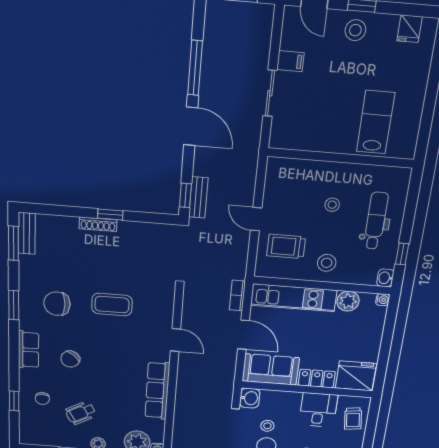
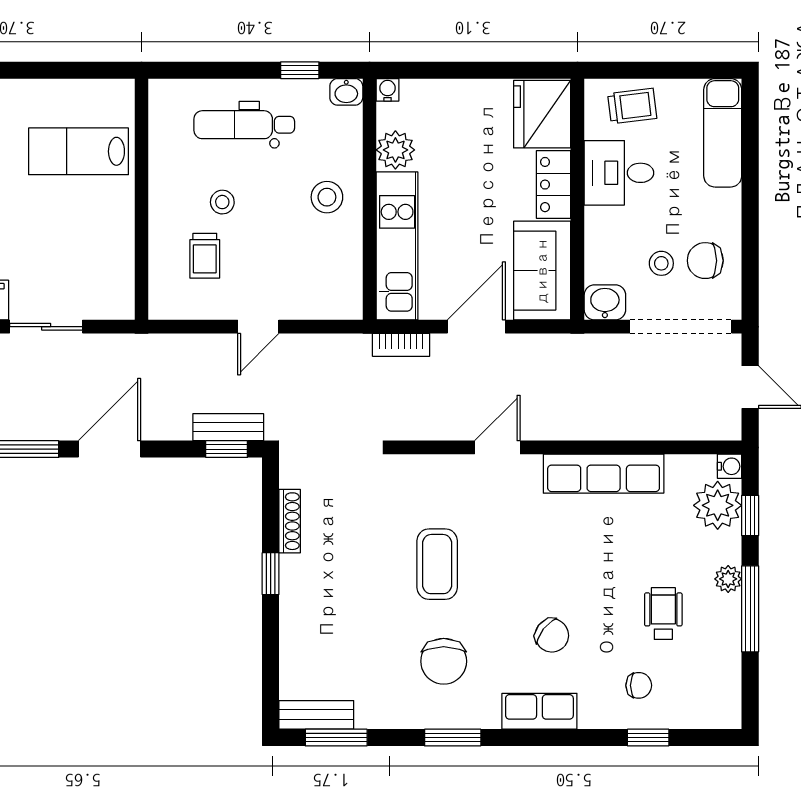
shoe rack: (98, 224) -> (290, 521), moved
trolley: (286, 246) -> (205, 256), moved, width x0.73, depth x0.72
wheelchair: (81, 413) -> (663, 614), turned -151

